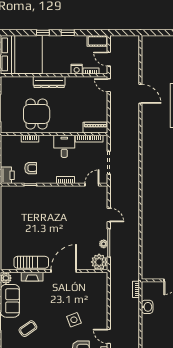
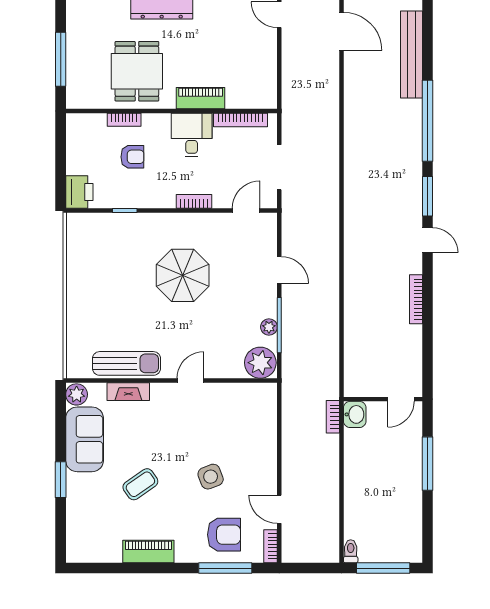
piano: (95, 128) -> (201, 98), moved
armchair: (31, 168) -> (132, 157), moved
parasol: (60, 218) -> (183, 275), added
door: (64, 271) -> (190, 380), width x0.53
washbasin: (147, 307) -> (355, 414), moved
coffee table: (28, 329) -> (140, 484), moved

